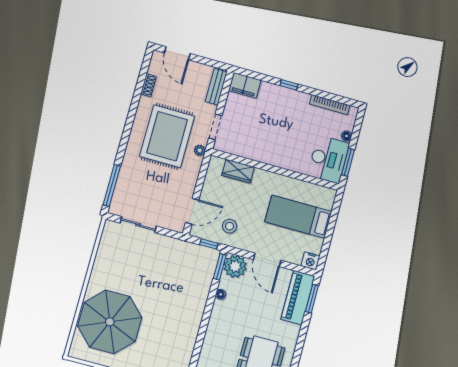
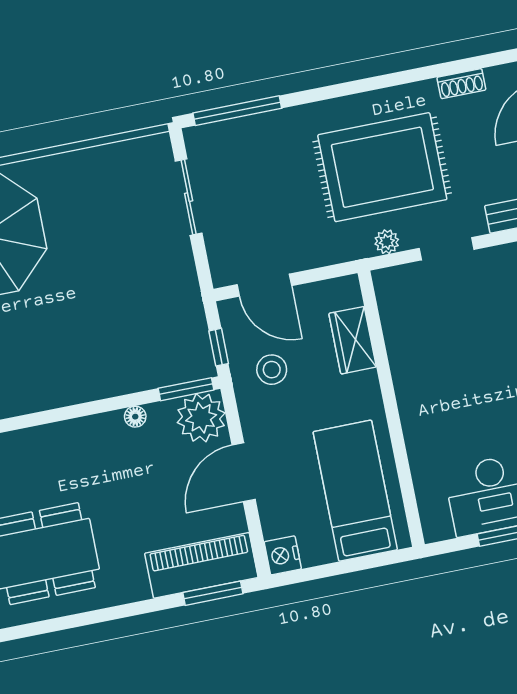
wall: (275, 170) -> (391, 409), moved
wardrobe: (238, 171) -> (353, 340), moved

